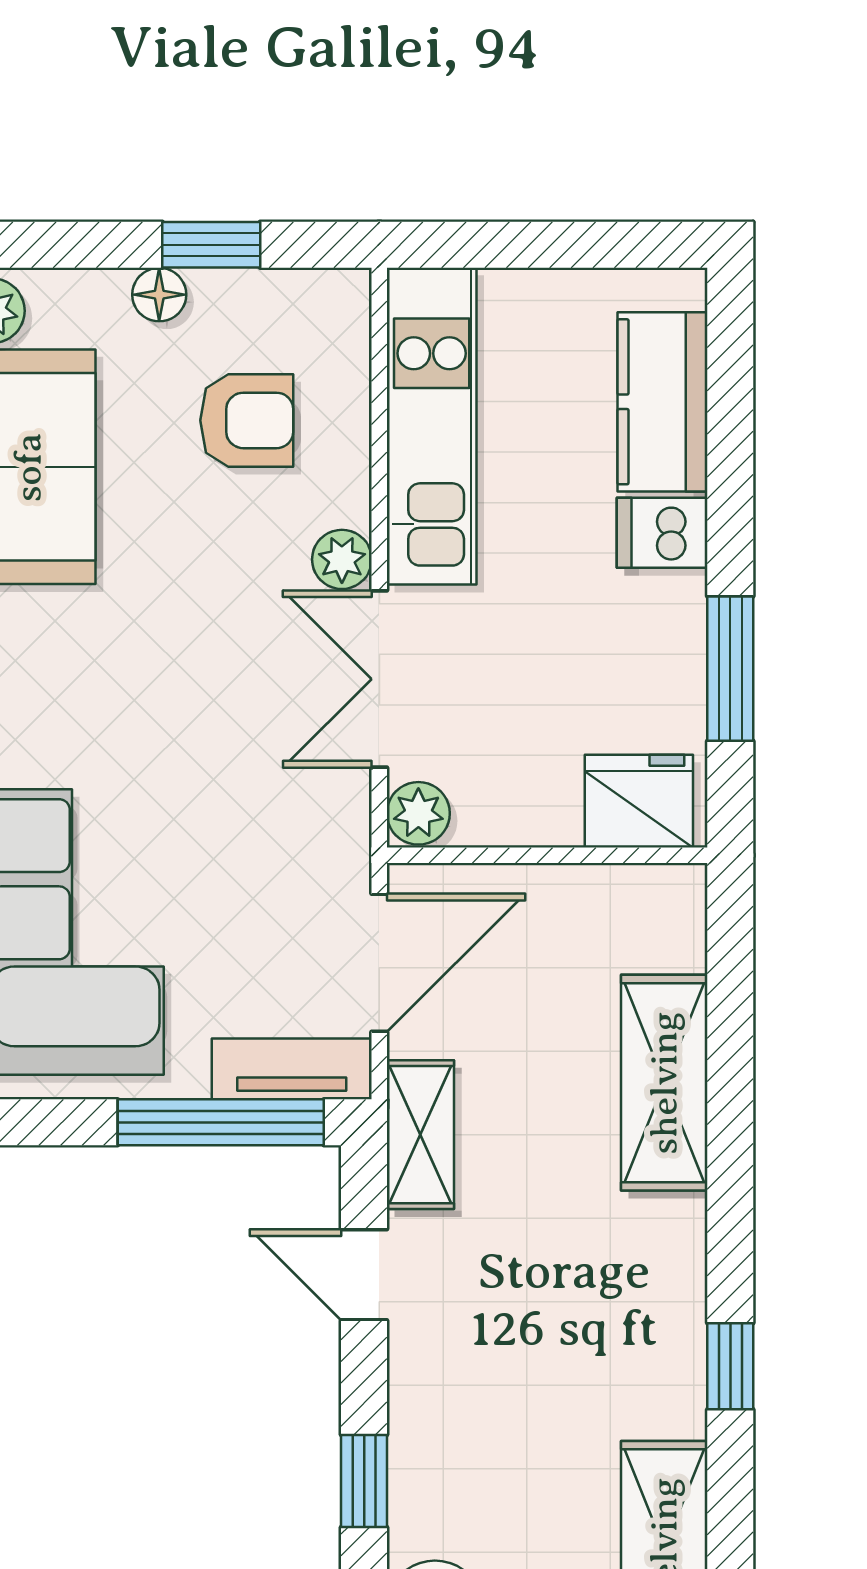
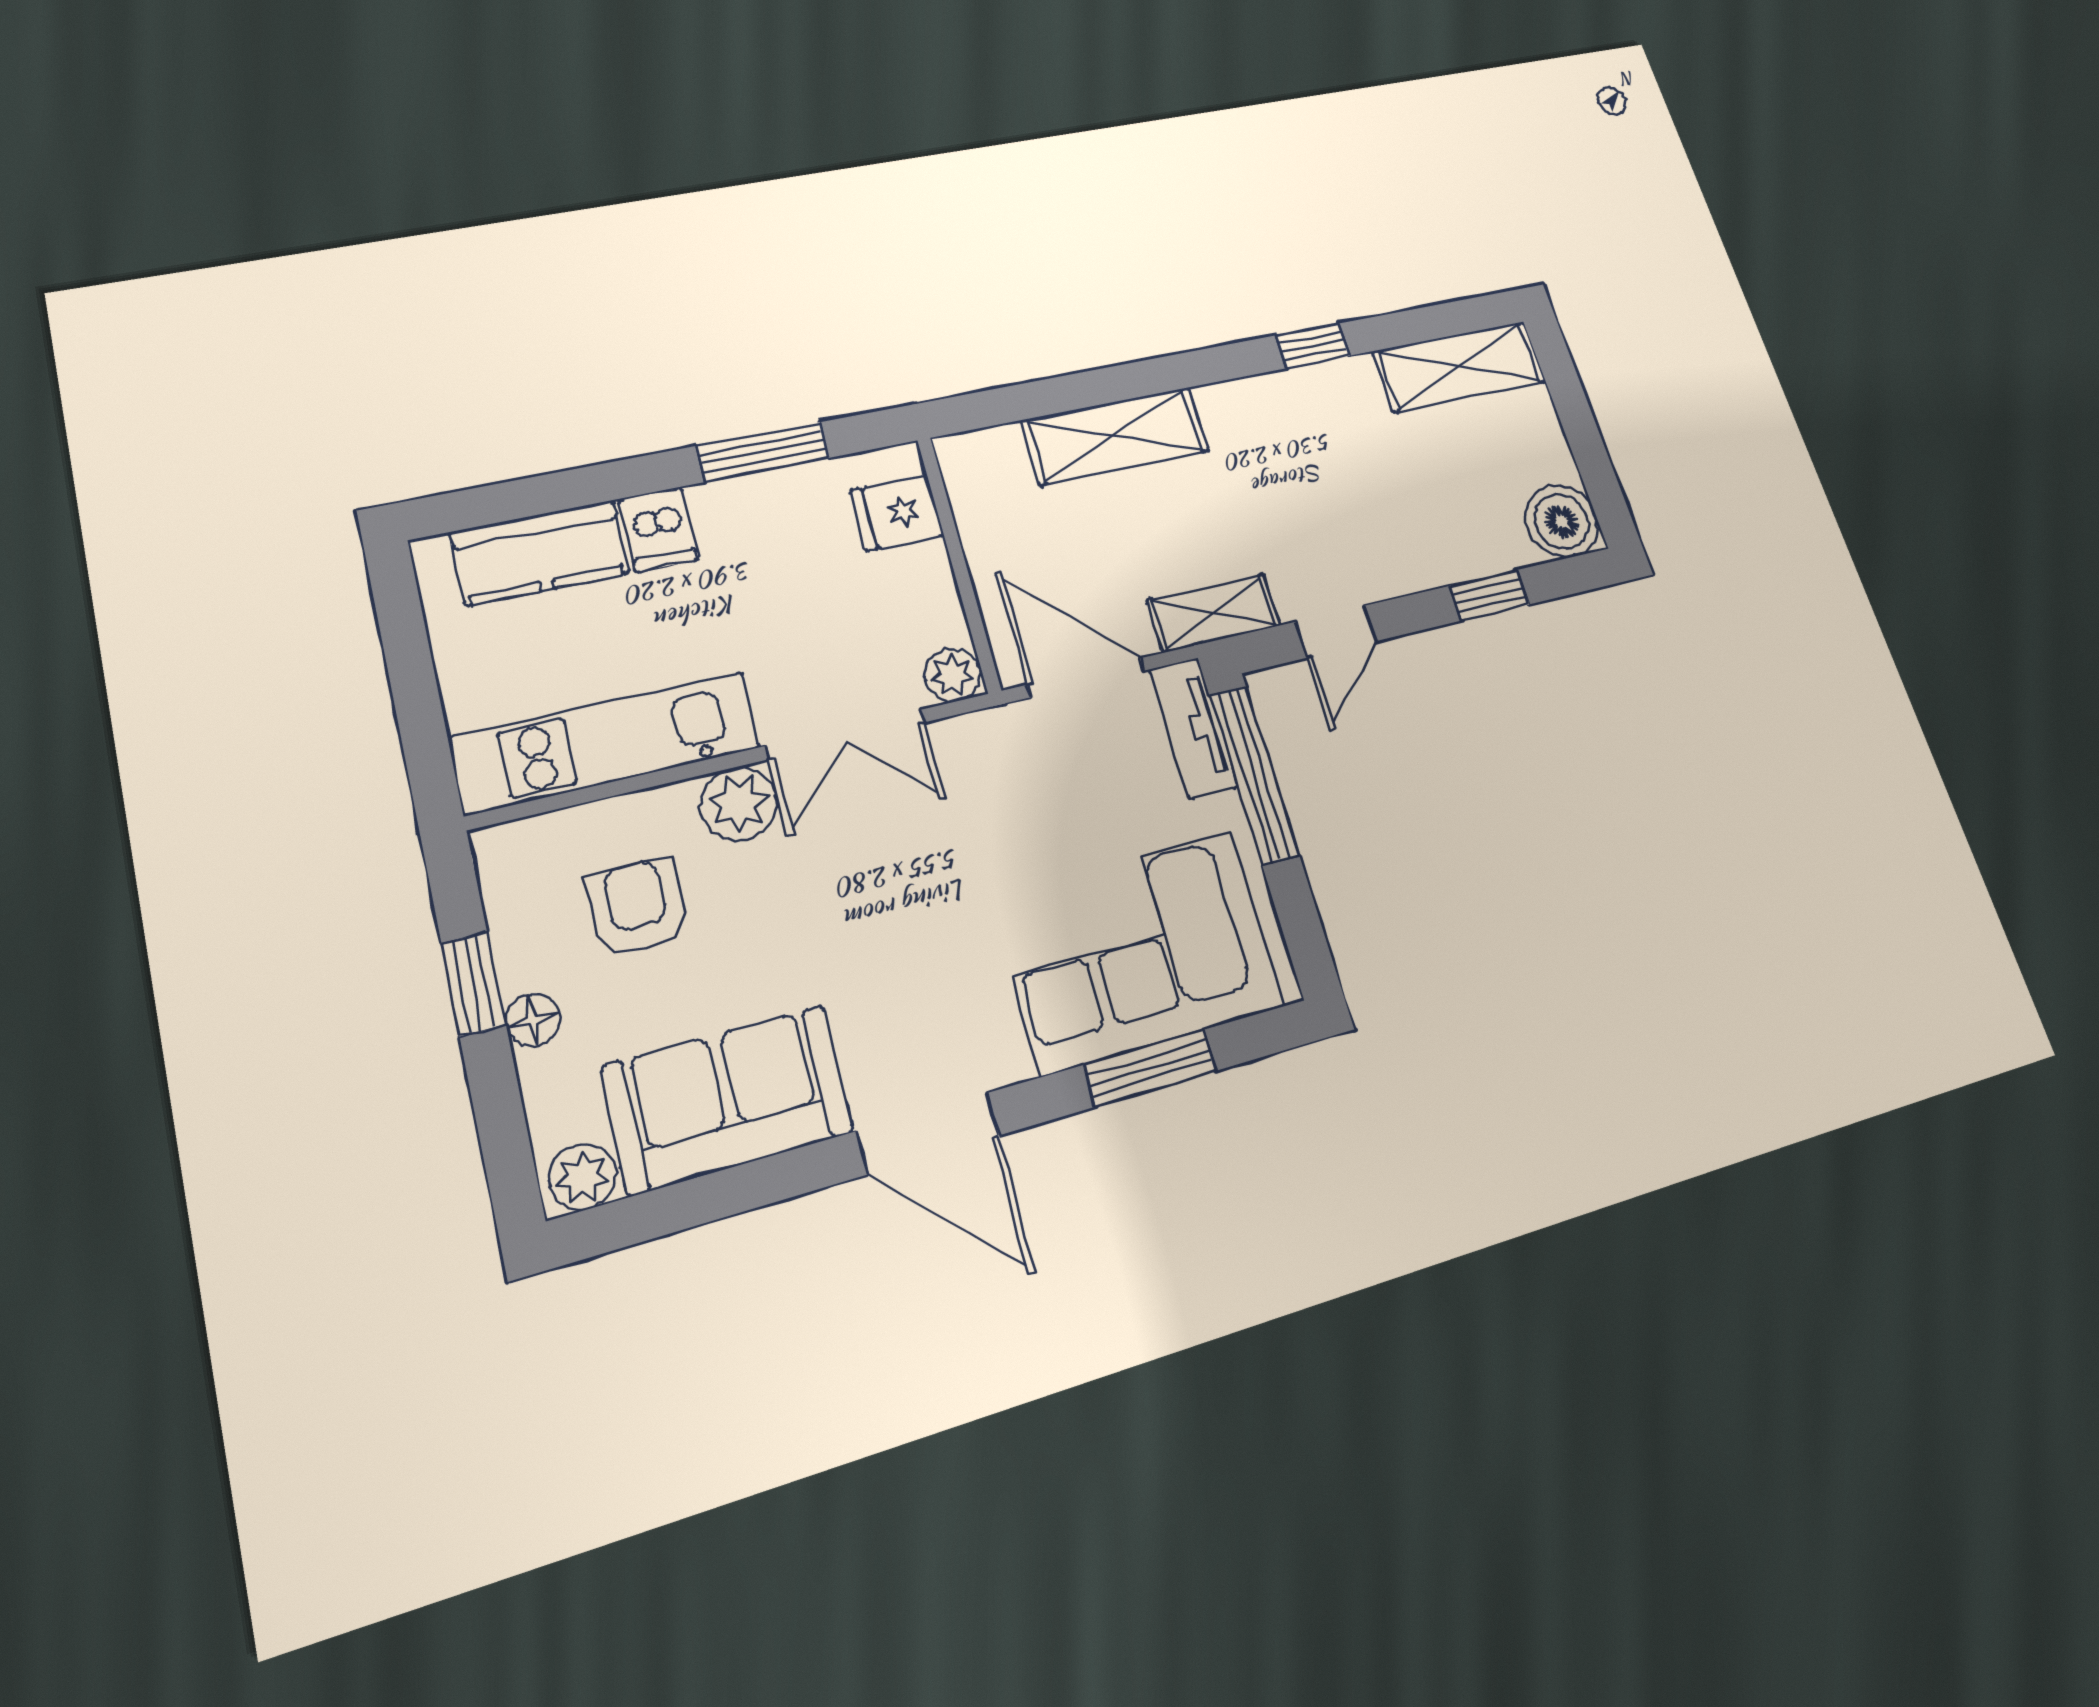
plant: (342, 559) -> (739, 804), width x1.38, depth x1.38
fridge: (639, 801) -> (897, 513), width x0.72

